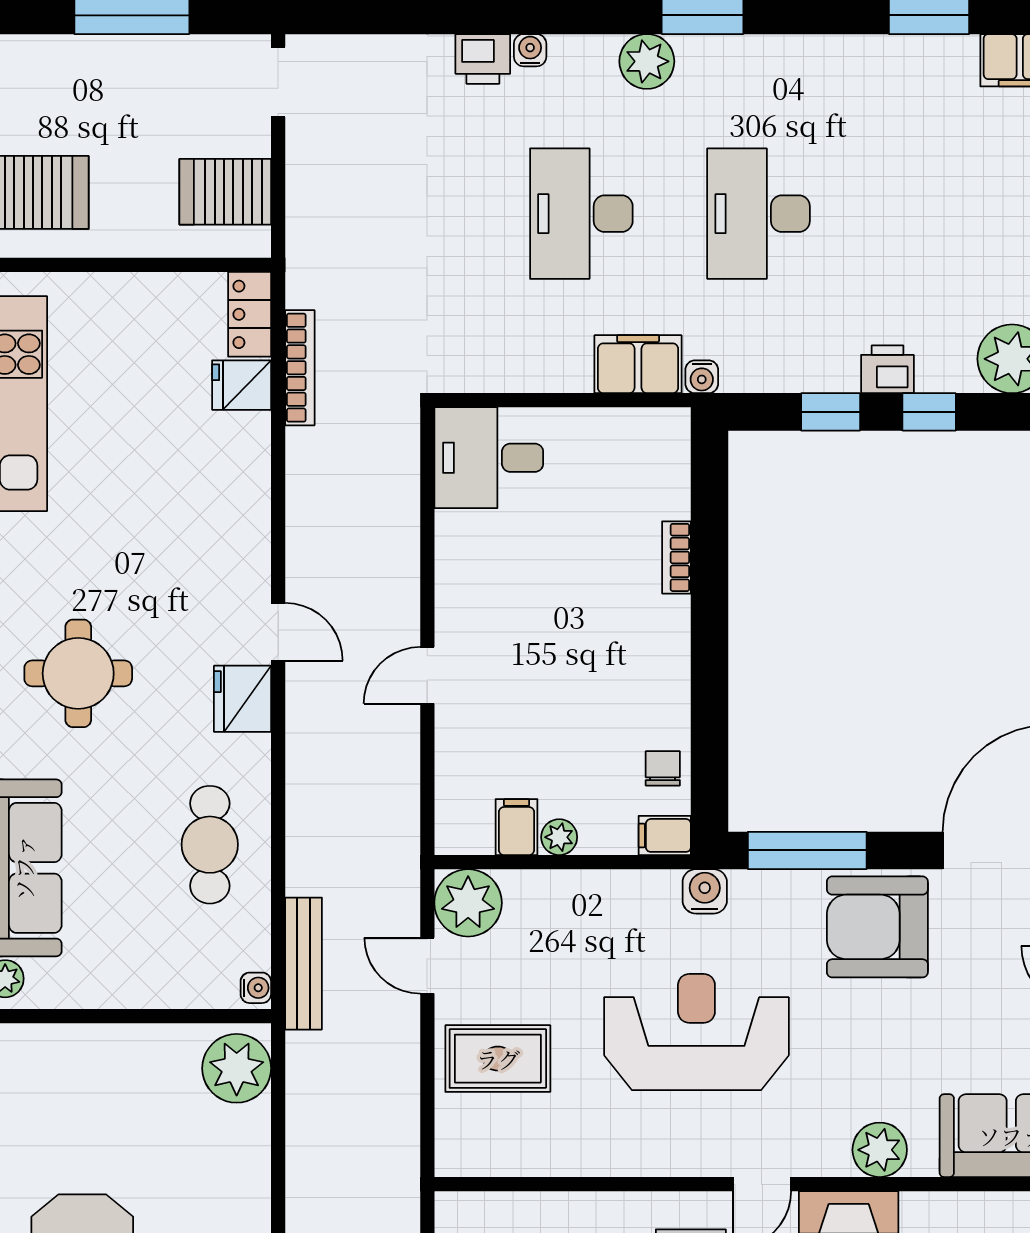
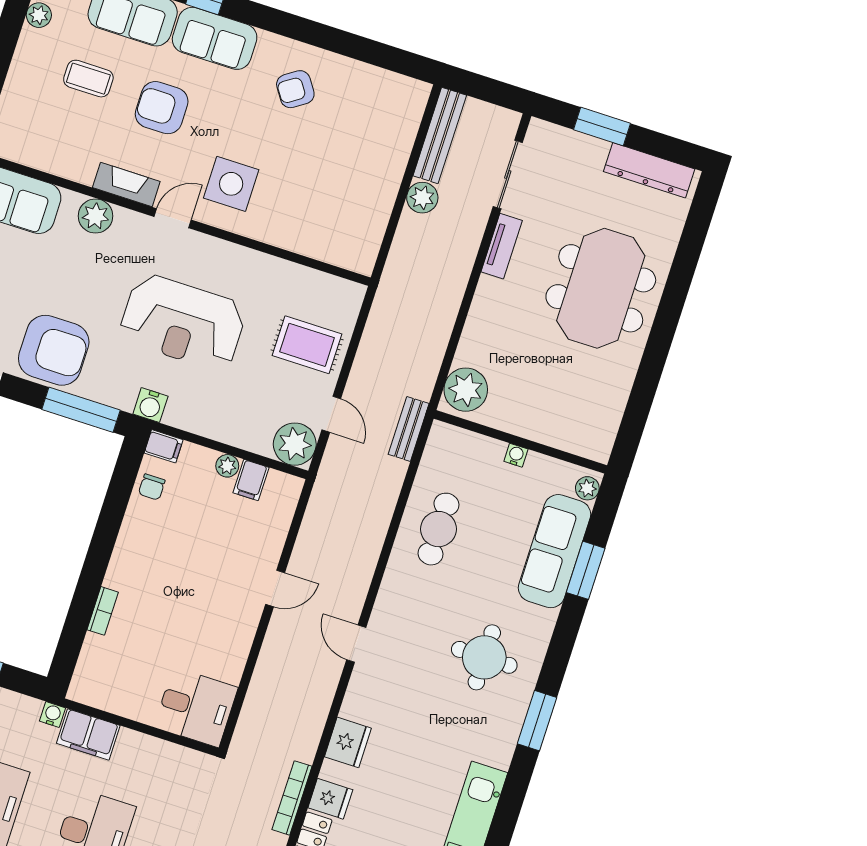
fridge: (242, 699) -> (348, 742), moved
bench: (303, 964) -> (409, 429), width x0.73
water cooler: (256, 988) -> (516, 455), moved, turned 90

